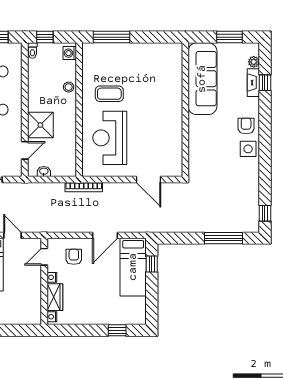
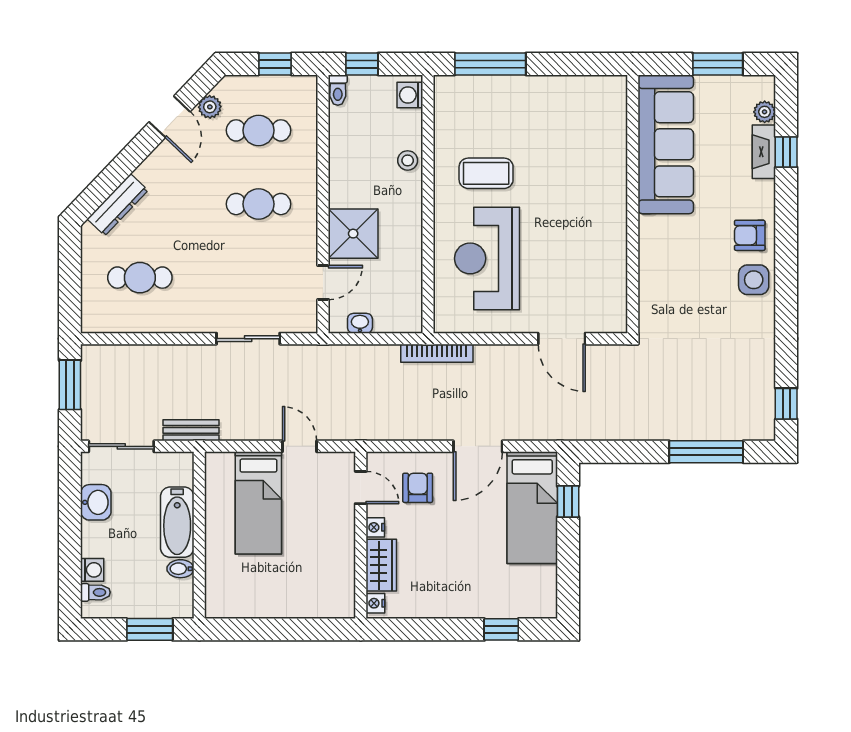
armchair: (246, 126) -> (750, 235), turned -90
door: (44, 257) -> (361, 488), swing flipped

